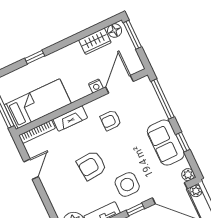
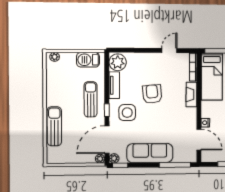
armchair: (111, 120) -> (177, 122), removed
window: (183, 142) -> (120, 165), moved
sofa: (166, 143) -> (150, 153), width x1.36
door: (31, 169) -> (169, 51), swing flipped

